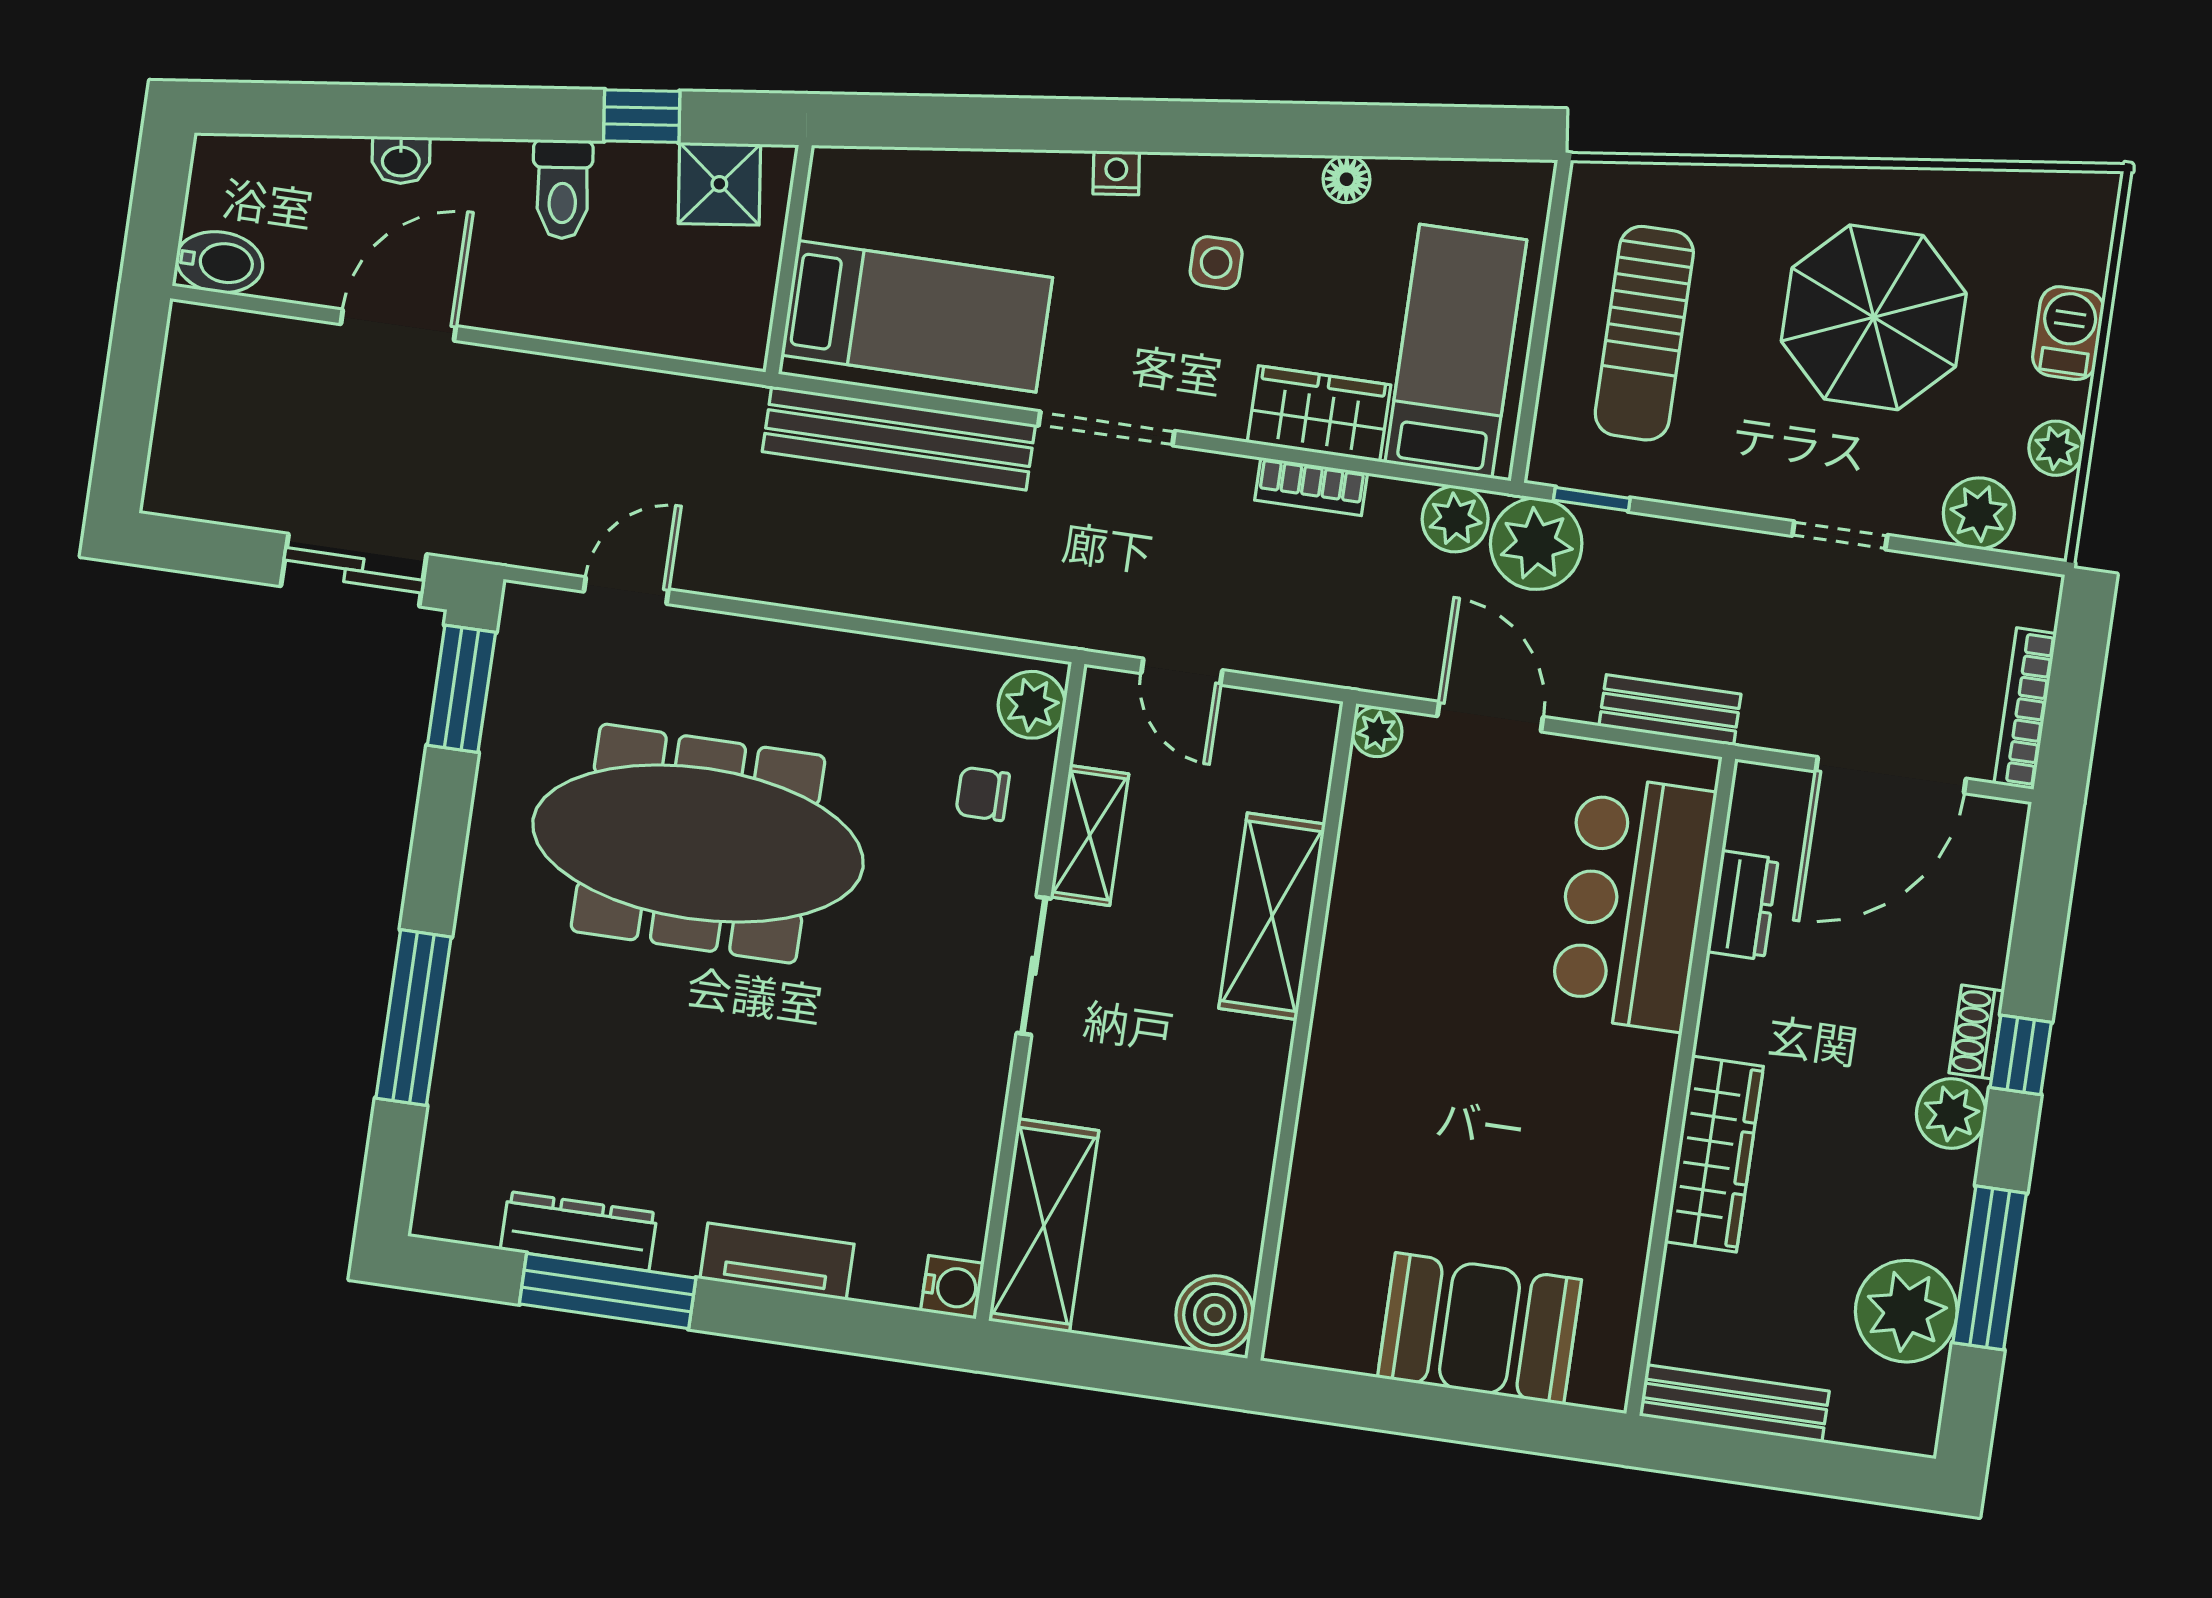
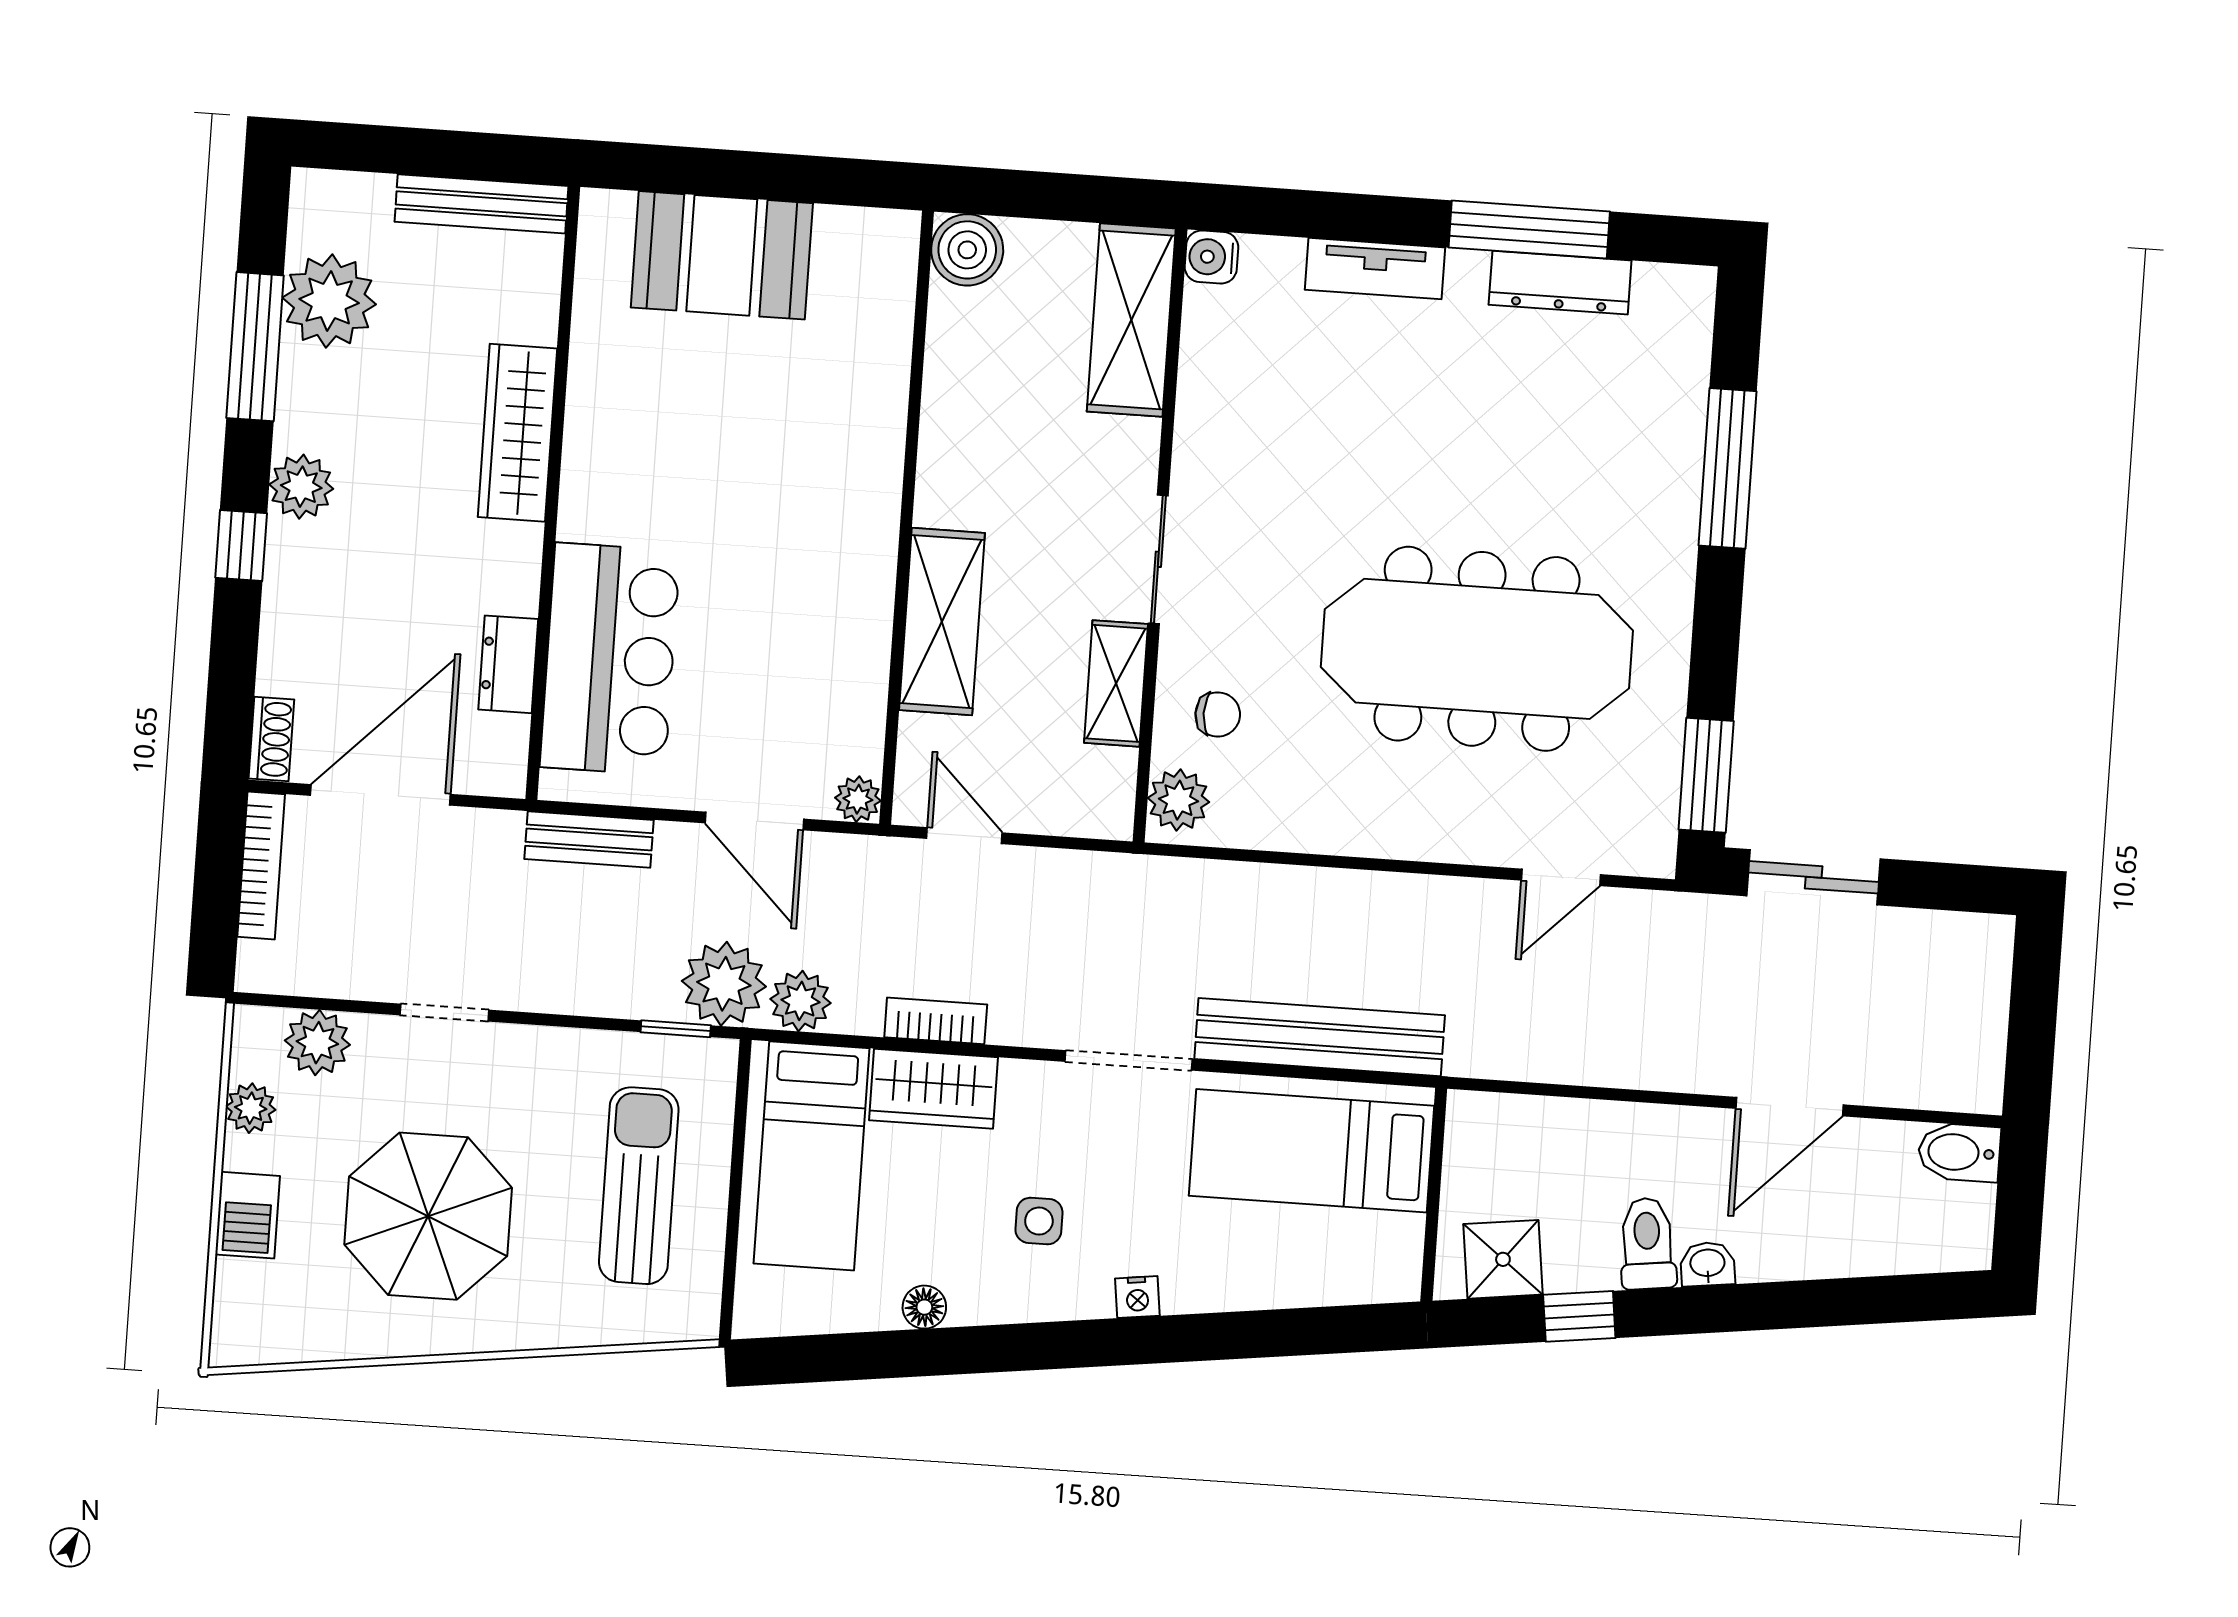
washbasin: (401, 160) -> (1708, 1264), moved
door: (1182, 672) -> (964, 836), moved
shoe rack: (1977, 1032) -> (271, 739), moved

